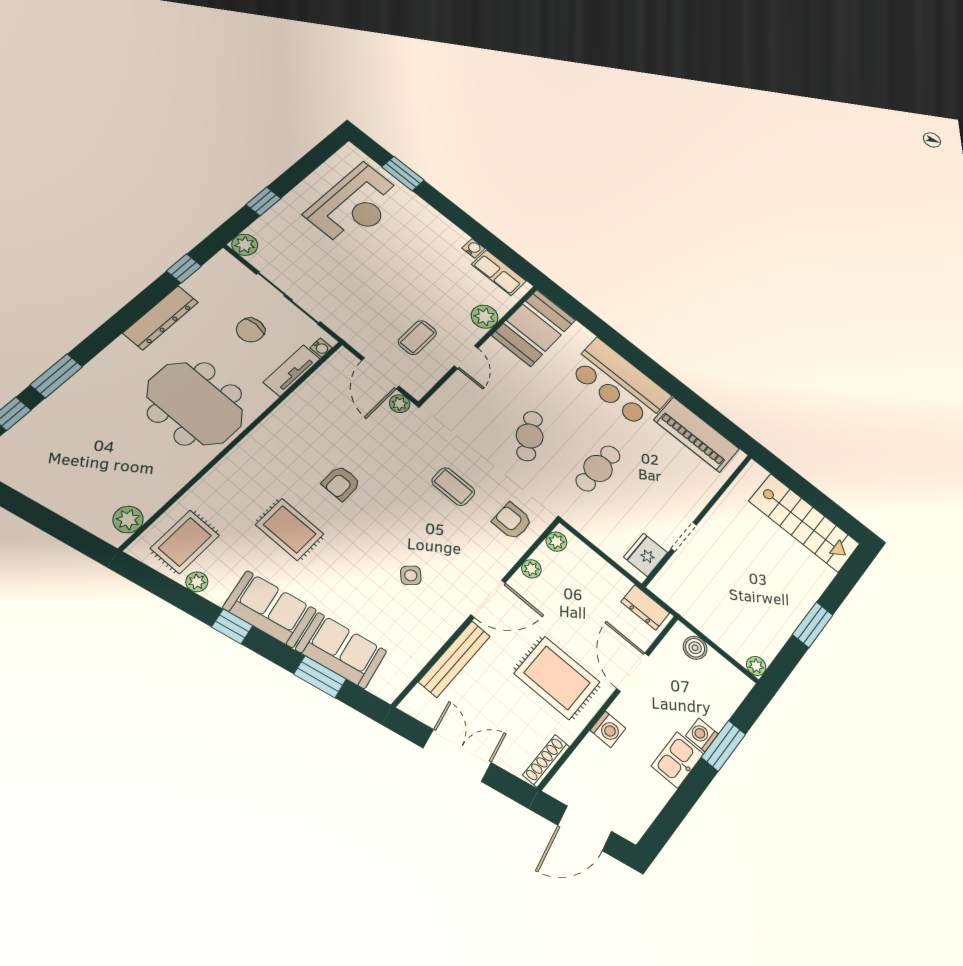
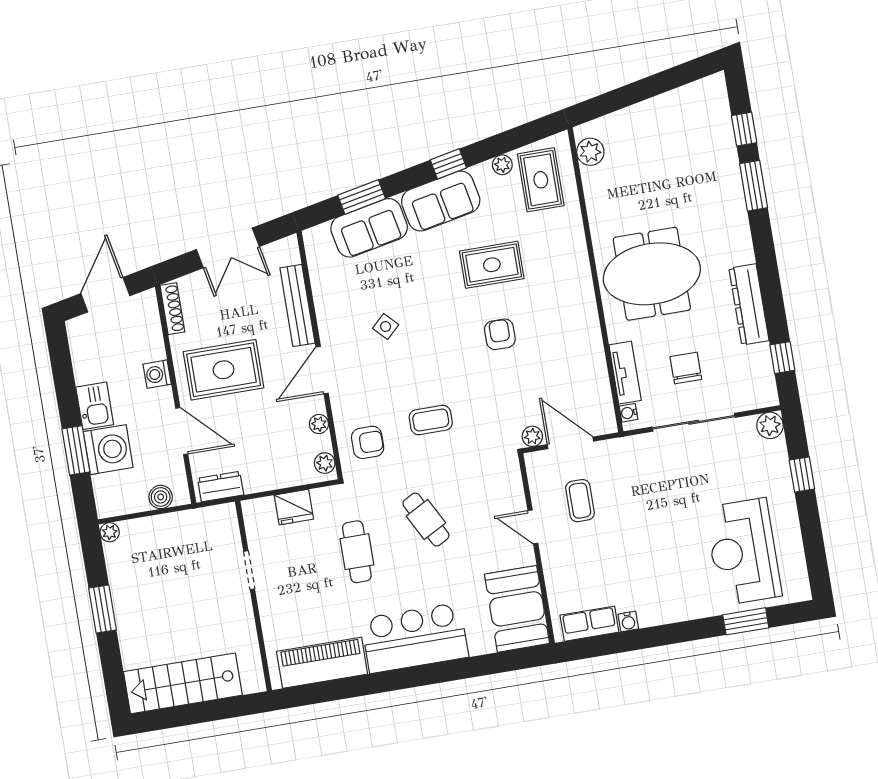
plant: (485, 317) -> (558, 575), removed
fridge: (646, 555) -> (294, 507), moved, turned 90
washing machine: (702, 735) -> (108, 450), width x1.89, depth x1.89

